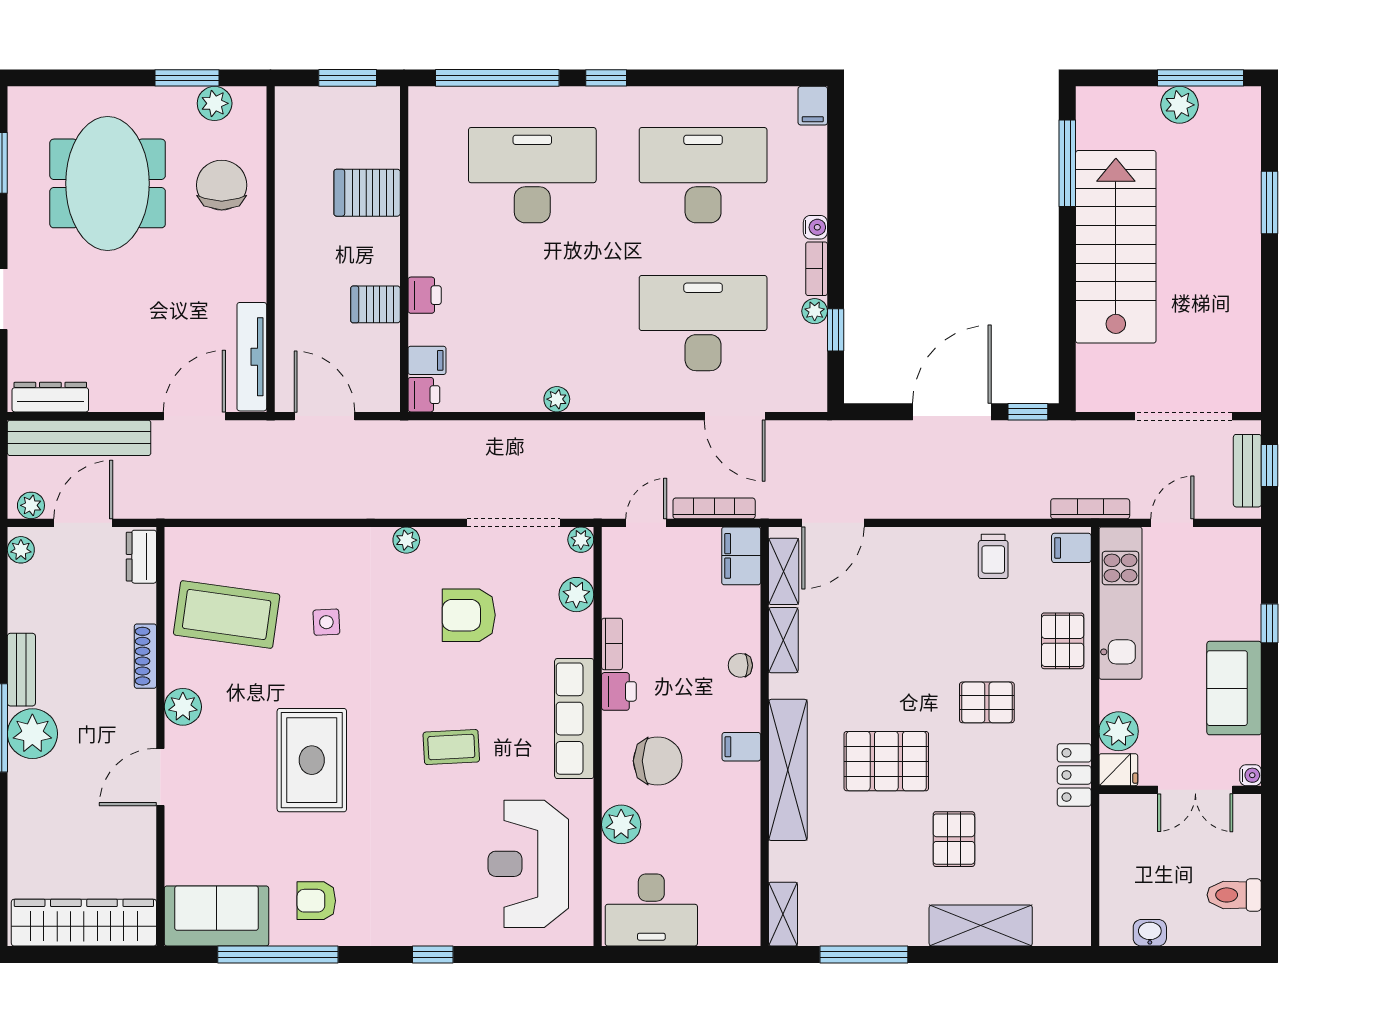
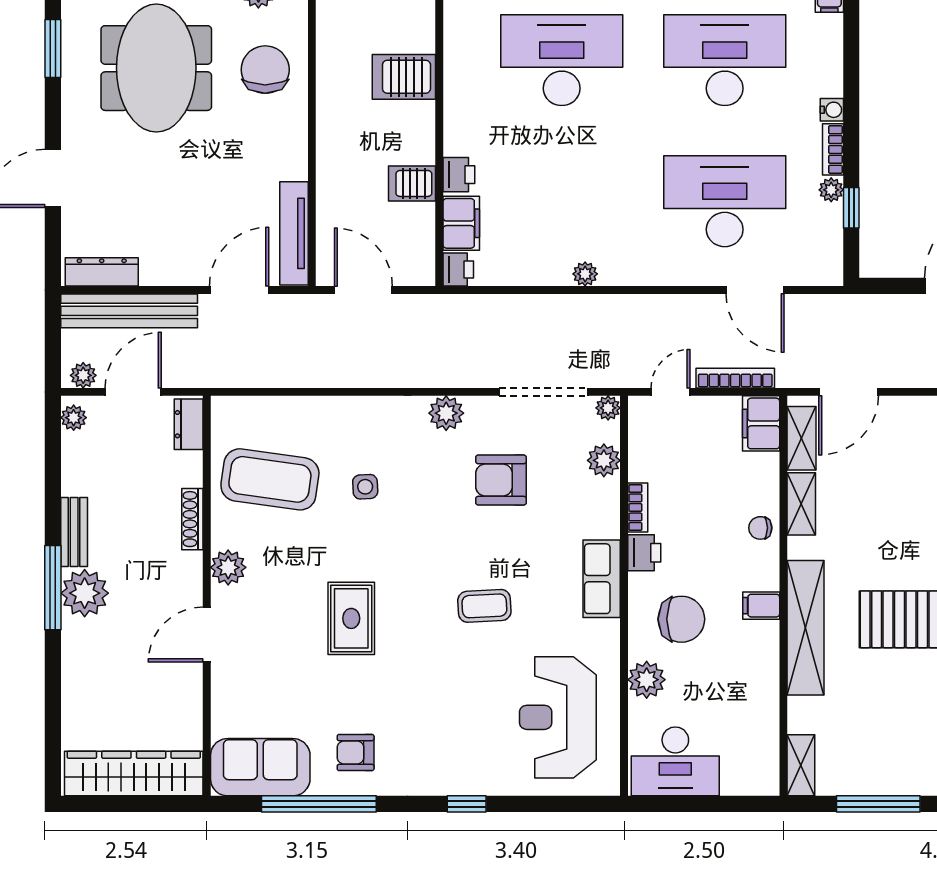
filing cabinet: (427, 360) -> (461, 223), width x2.00
plant: (406, 540) -> (446, 413), width x1.38, depth x1.38
row of seats: (574, 719) -> (602, 579), width x0.68
rug: (312, 760) -> (351, 618), width x0.73, depth x0.70

